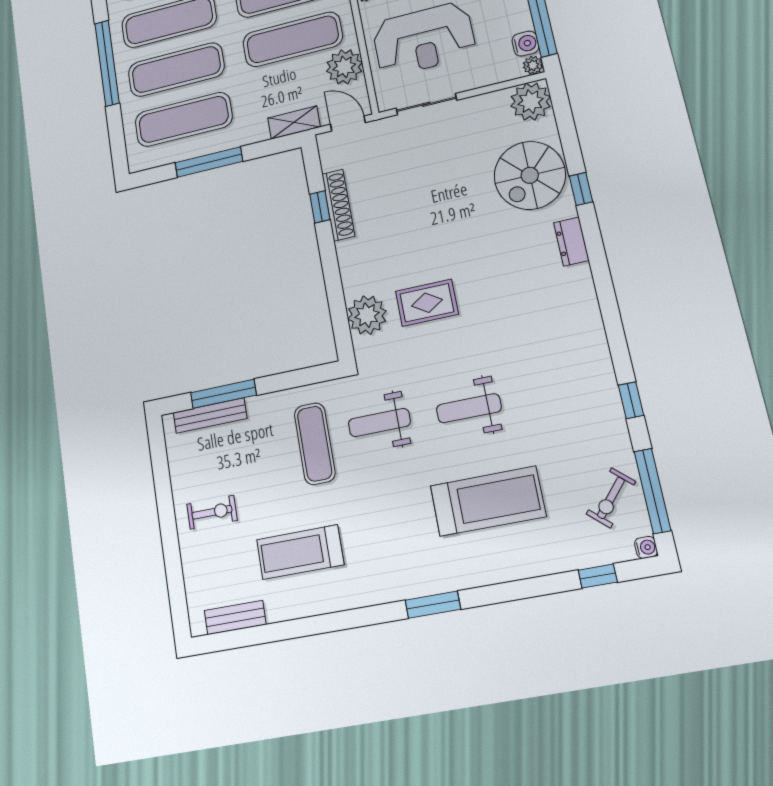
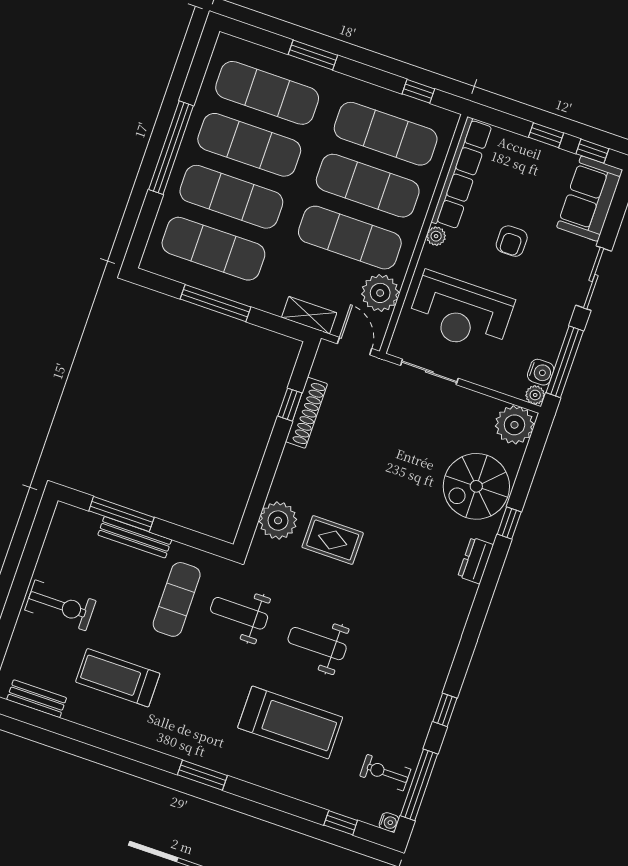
bench: (210, 416) -> (135, 537), moved
exercise bike: (611, 498) -> (385, 773), turned 49
exercise bike: (212, 512) -> (60, 605), width x1.38, depth x1.39

